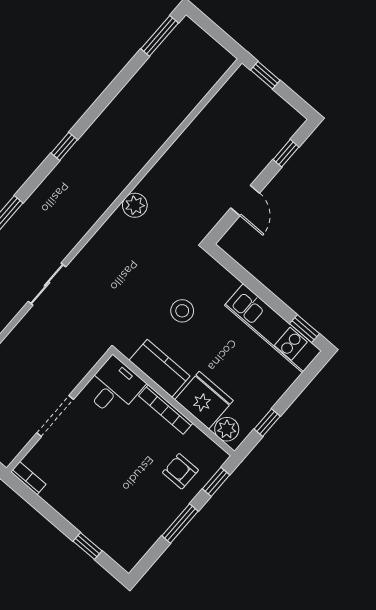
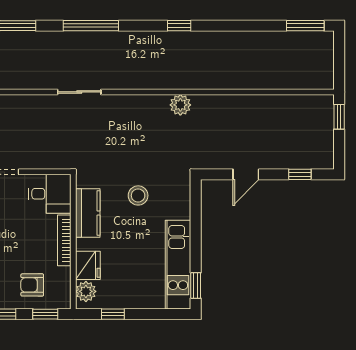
fridge: (204, 400) -> (88, 265), width x0.73, depth x0.75
armchair: (180, 471) -> (32, 285), turned -90

